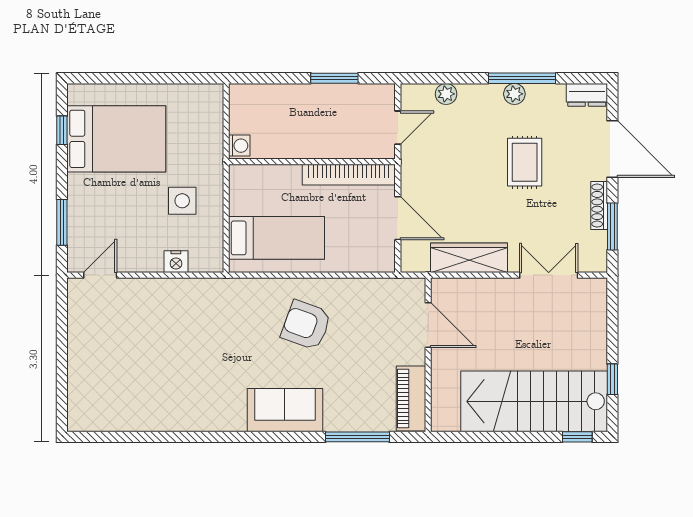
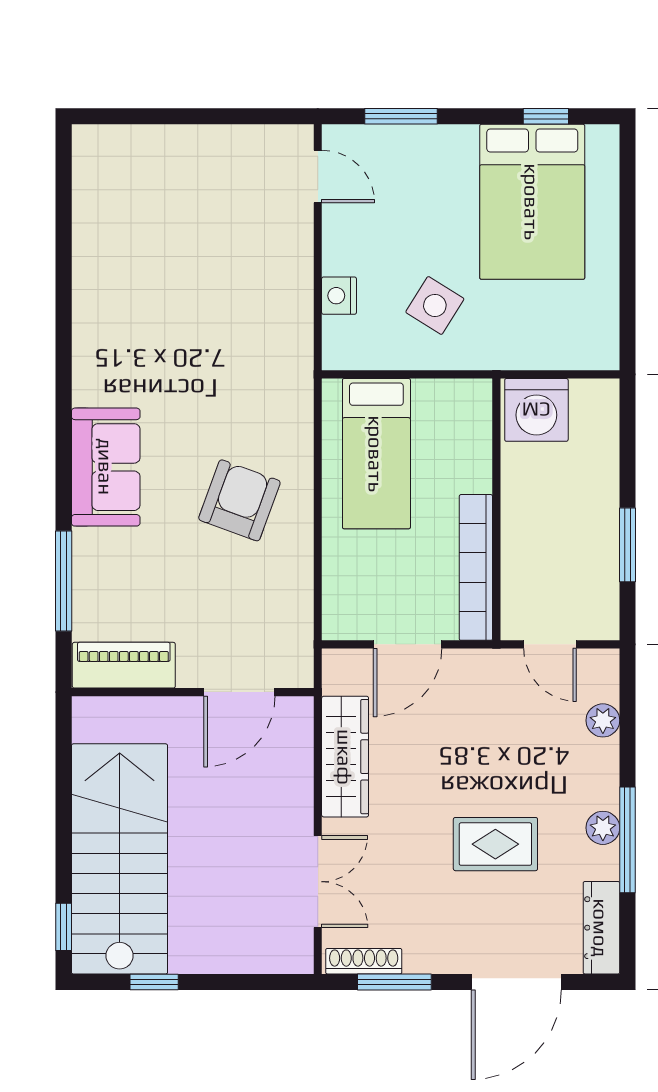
dresser: (587, 95) -> (601, 928), width x1.44
washing machine: (239, 146) -> (536, 410), width x1.89, depth x1.89
side table: (182, 201) -> (435, 305), turned 32
shoe rack: (599, 206) -> (364, 961), moved

